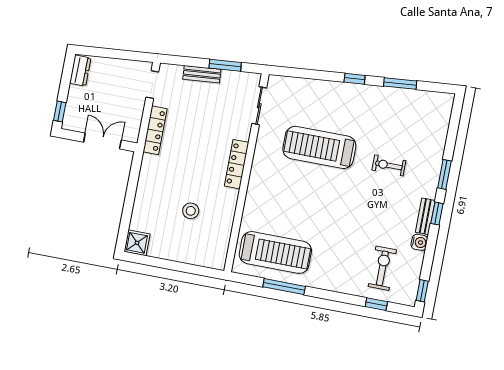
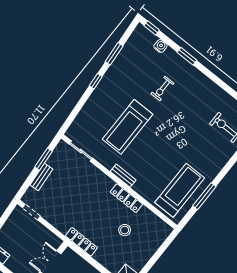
locker: (155, 130) -> (81, 242), moved
locker: (237, 164) -> (126, 198), moved
window: (437, 214) -> (152, 28), moved
bench: (425, 216) -> (123, 176), moved
water cooler: (419, 242) -> (160, 46), moved

